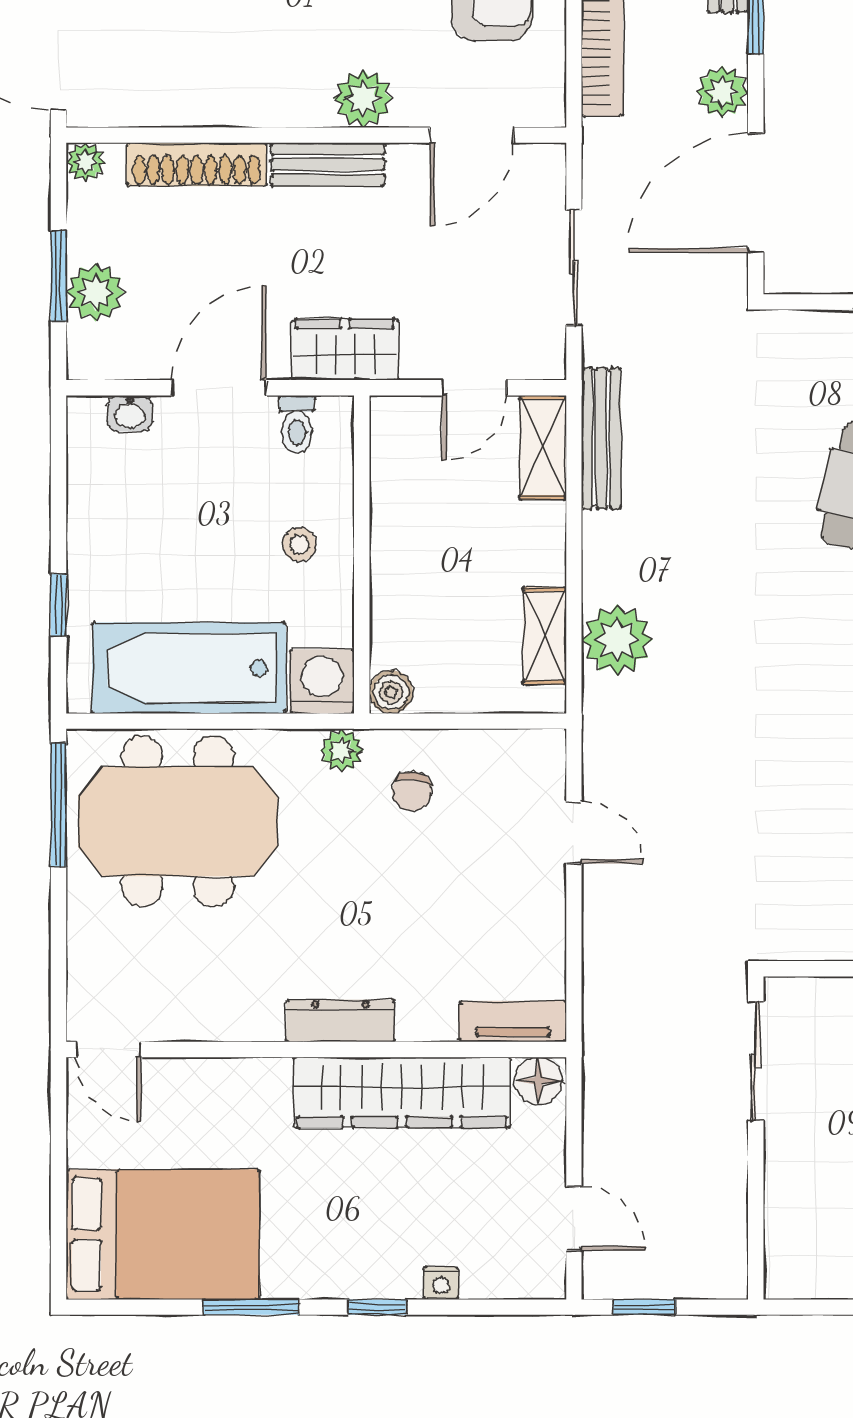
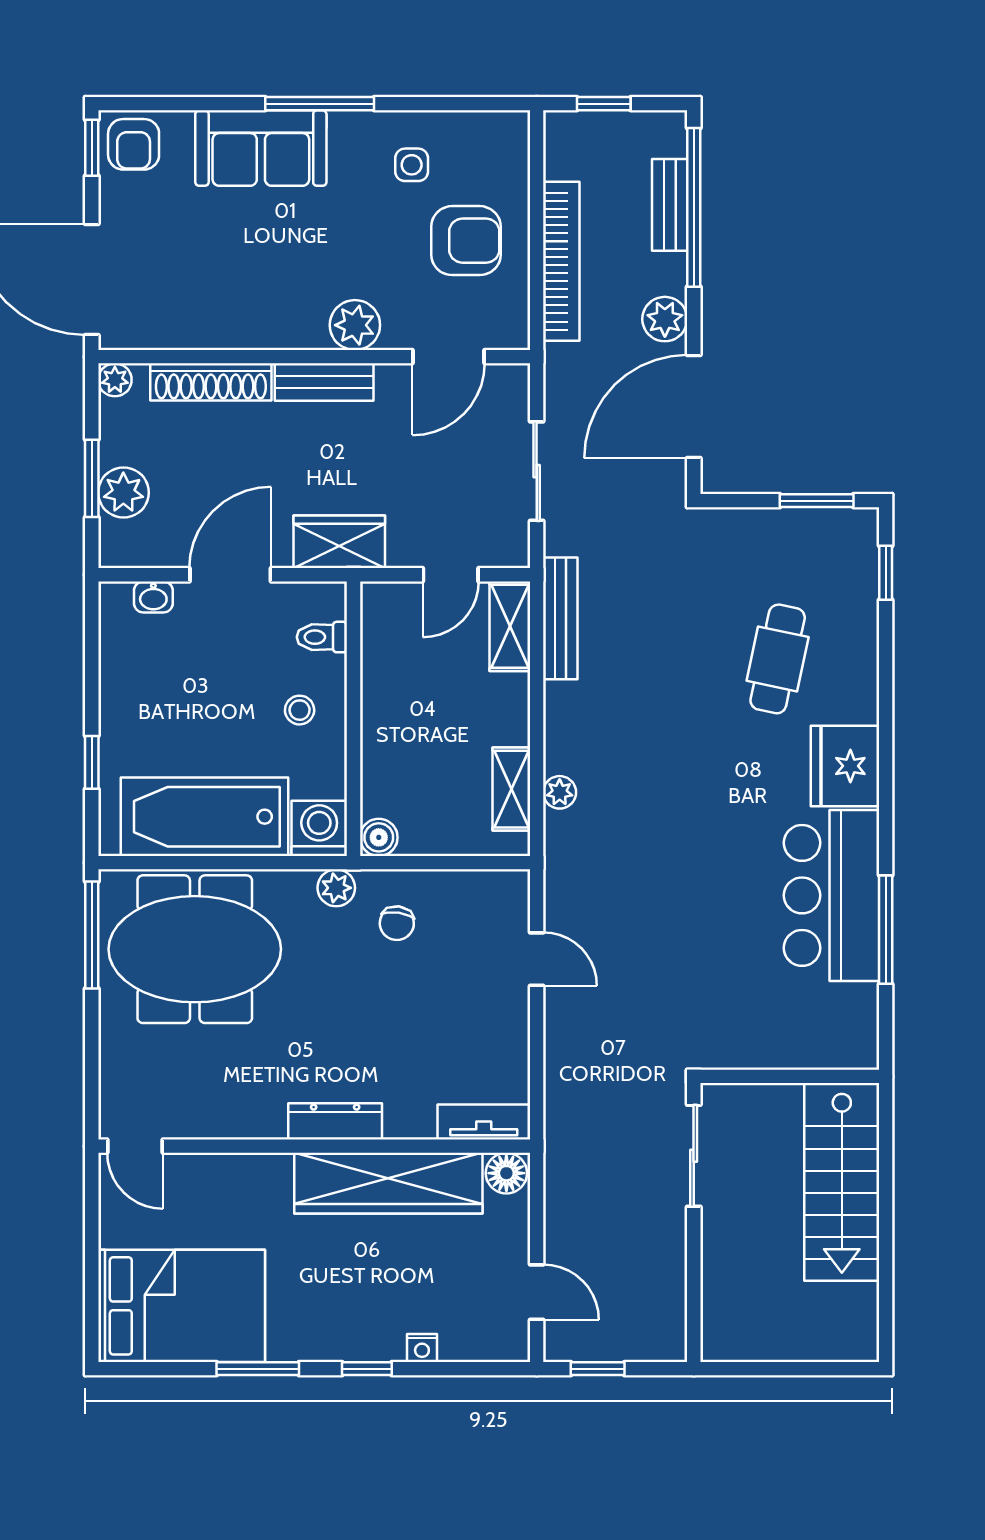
toilet: (297, 424) -> (322, 637), moved, turned 90
plant: (617, 640) -> (560, 792), width x0.53, depth x0.53

